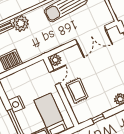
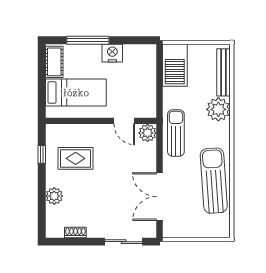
sun lounger: (47, 43) -> (176, 133), added
rug: (77, 91) -> (76, 158), moved

